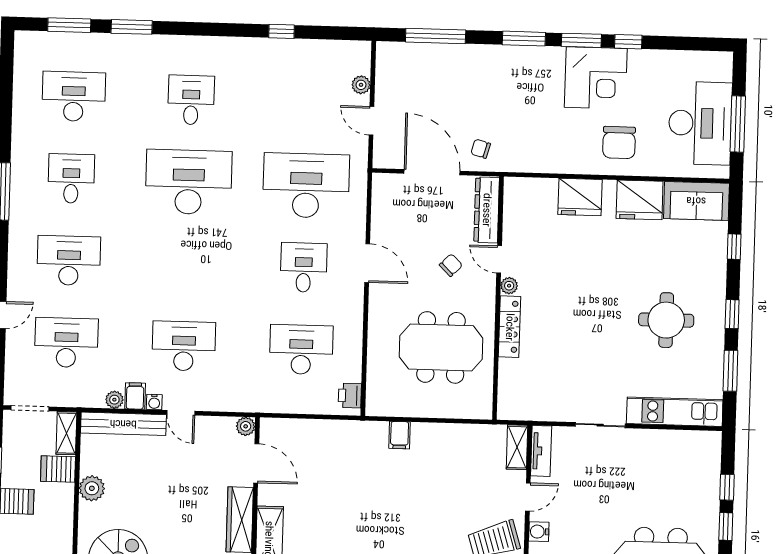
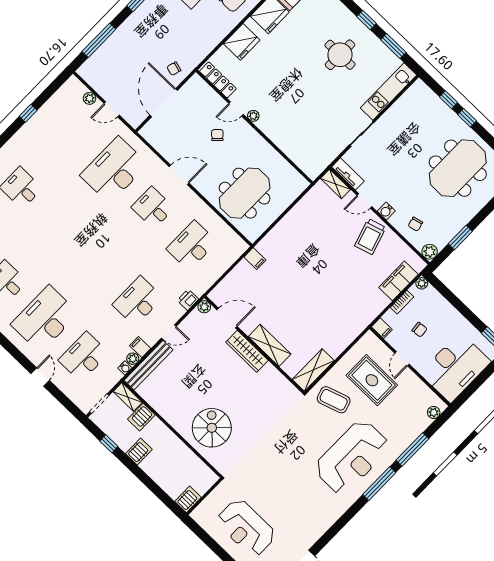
door: (432, 172) -> (164, 103), hinge flipped
desk: (189, 182) -> (60, 226), removed
dresser: (487, 210) -> (206, 93), removed
desk: (69, 261) -> (45, 319), width x1.36, depth x1.30
locker: (510, 327) -> (218, 80), moved
meeting table: (441, 347) -> (245, 193), moved
printer: (350, 396) -> (188, 300), moved, turned 90
water cooler: (154, 402) -> (125, 368), moved
filing cabinet: (400, 435) -> (255, 259), moved
plant: (92, 488) -> (166, 409), removed
door: (528, 497) -> (364, 201), swing flipped

